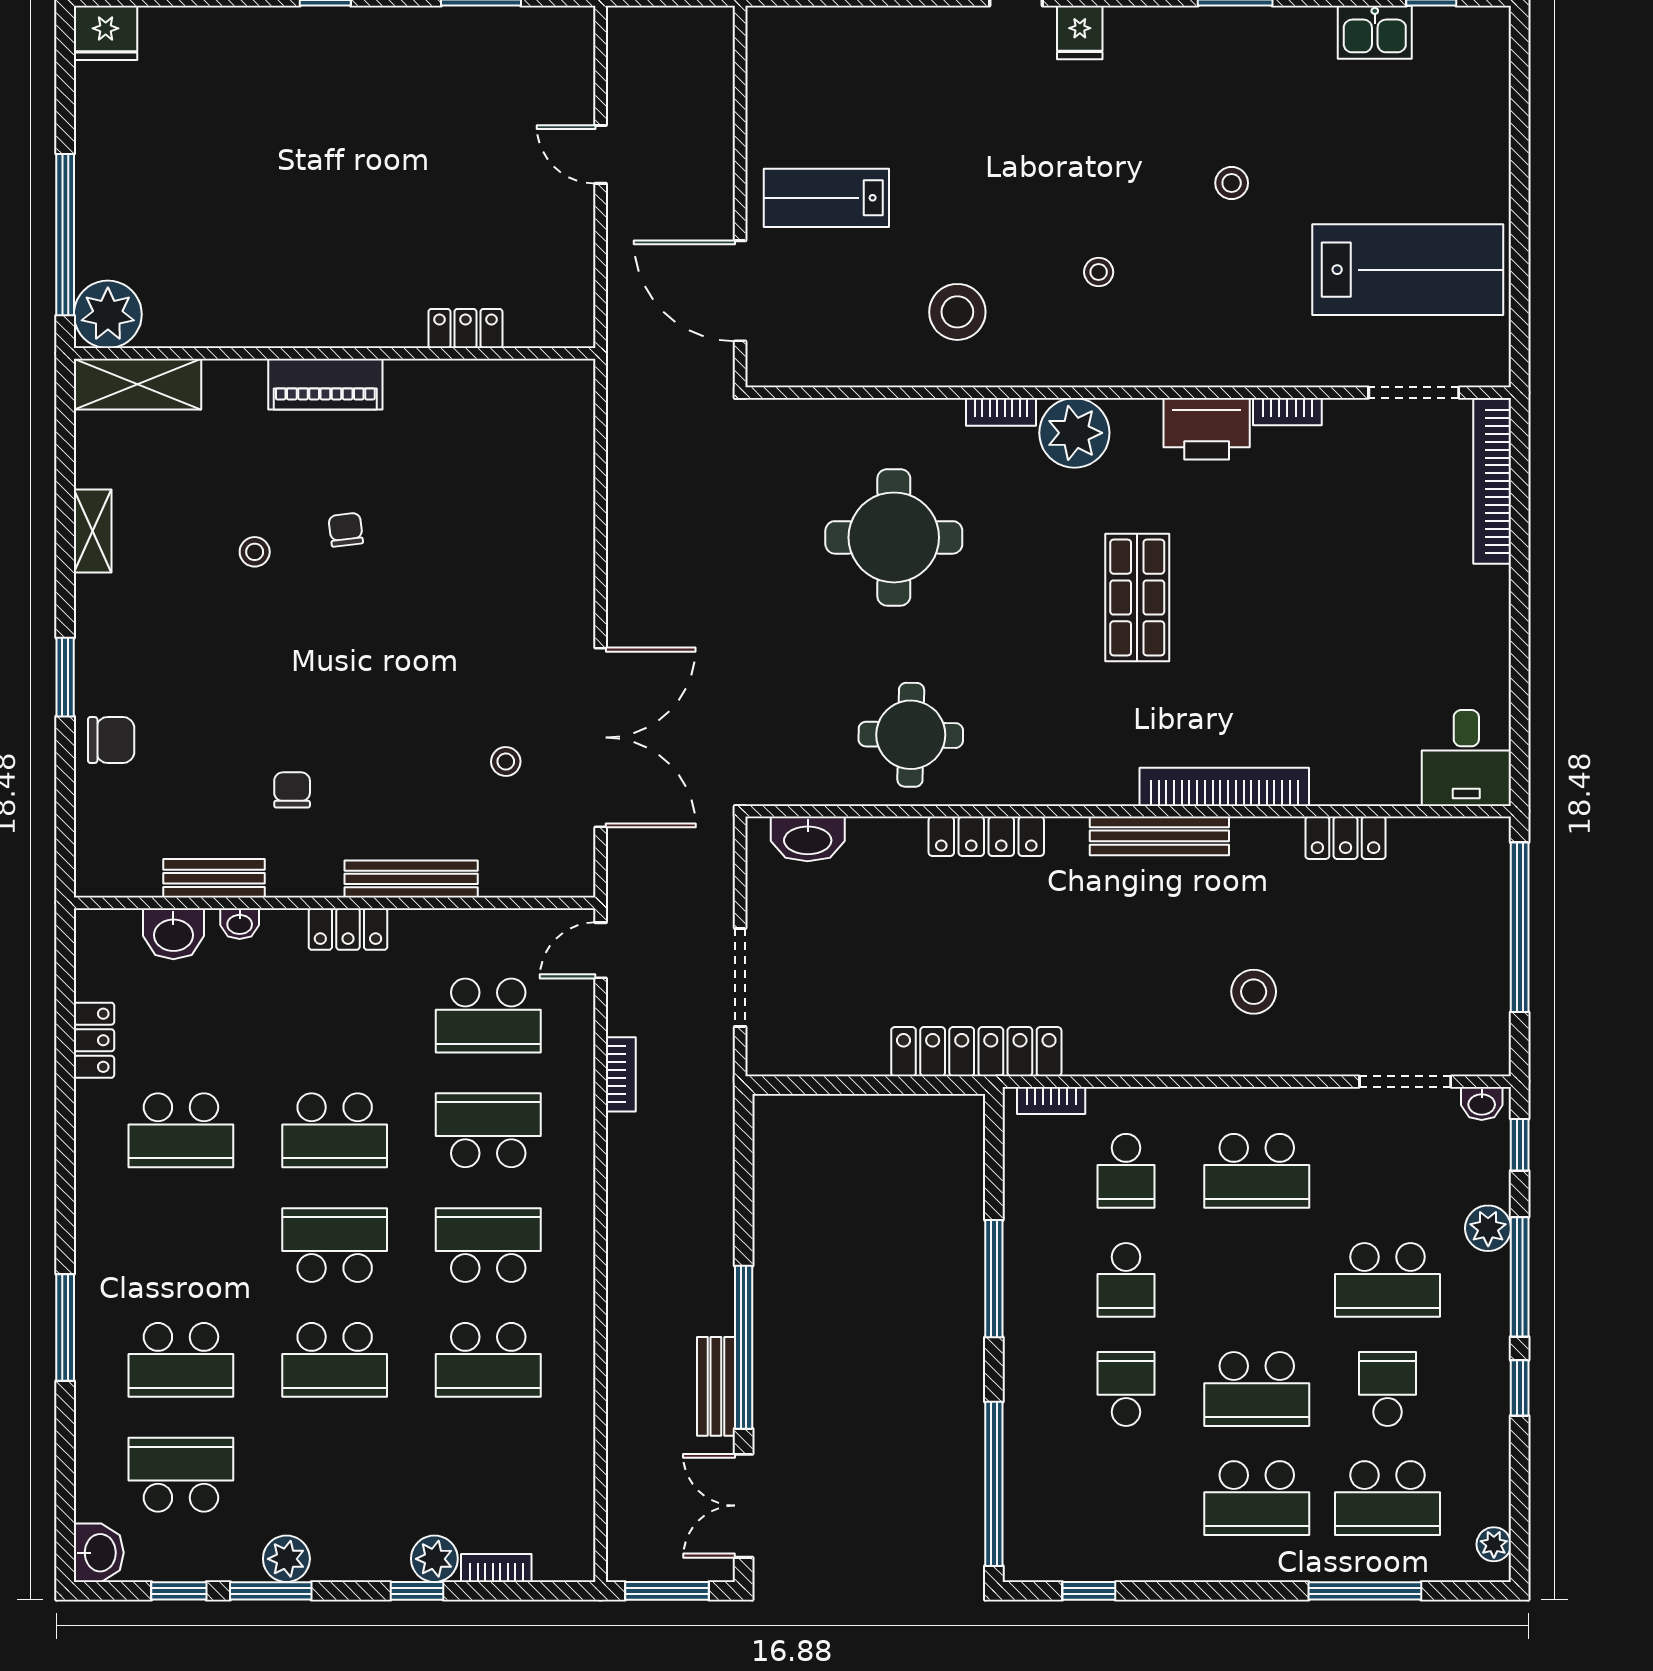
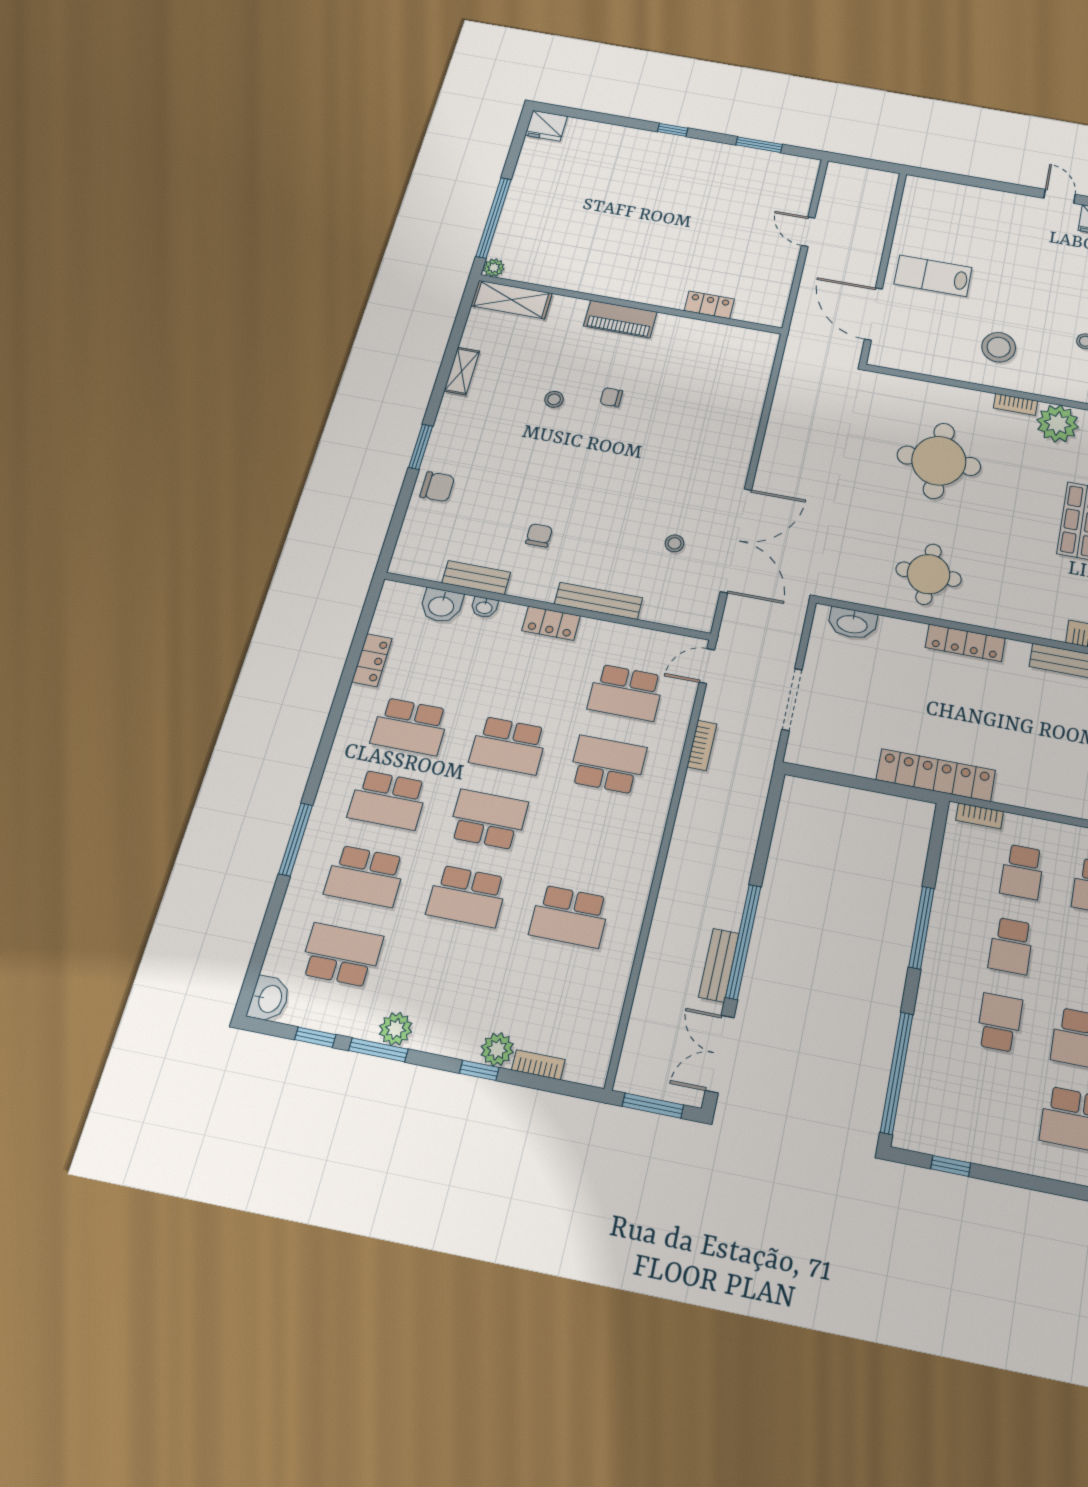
plant: (108, 314) -> (494, 268), width x0.53, depth x0.53
chair: (346, 530) -> (611, 397), turned -83
school desk: (488, 1245) -> (388, 800), moved, turned 180

